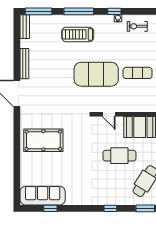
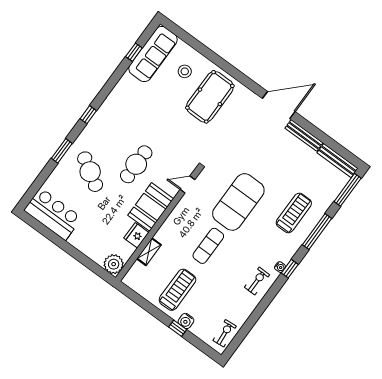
bench: (25, 27) -> (338, 161), width x1.36
stool: (39, 168) -> (185, 71), added

